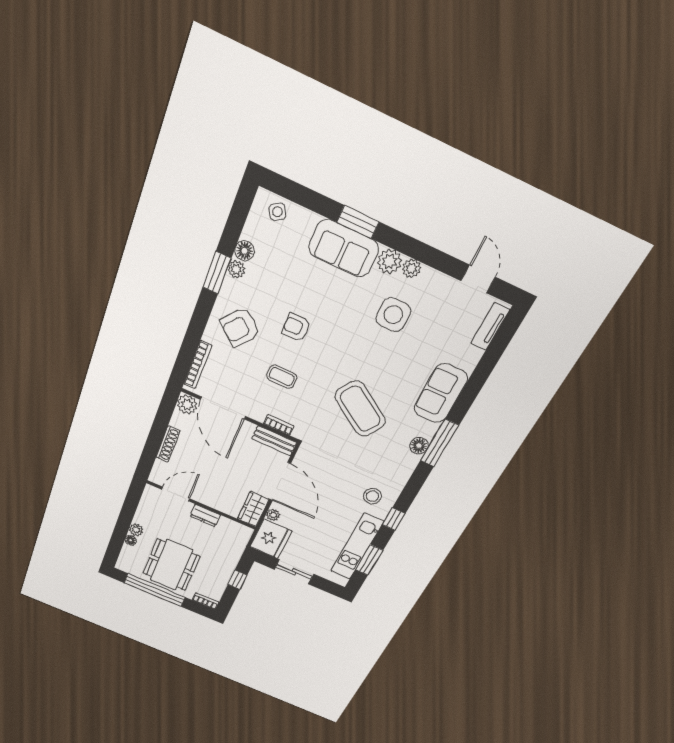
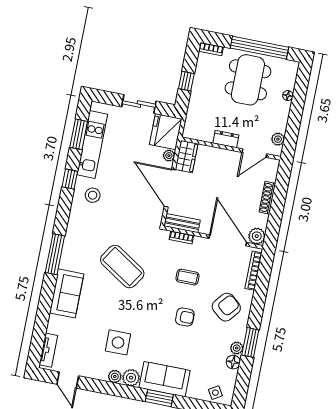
floor lamp: (419, 446) -> (69, 248), removed
plant: (136, 530) -> (278, 139), moved

